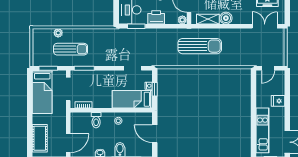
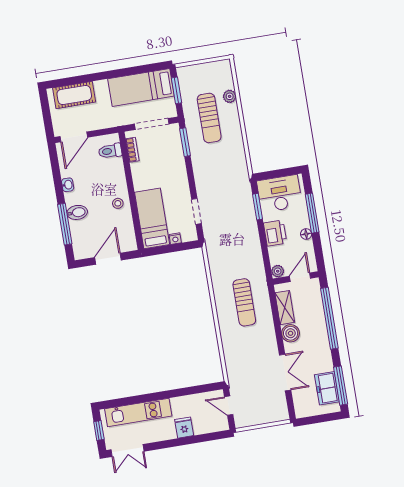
double door: (265, 26) -> (285, 372), moved
sun lounger: (200, 46) -> (244, 302), width x0.73, depth x0.75
window: (155, 89) -> (172, 248), removed
toilet: (96, 120) -> (110, 151), moved
door: (68, 143) -> (74, 137), hinge flipped

